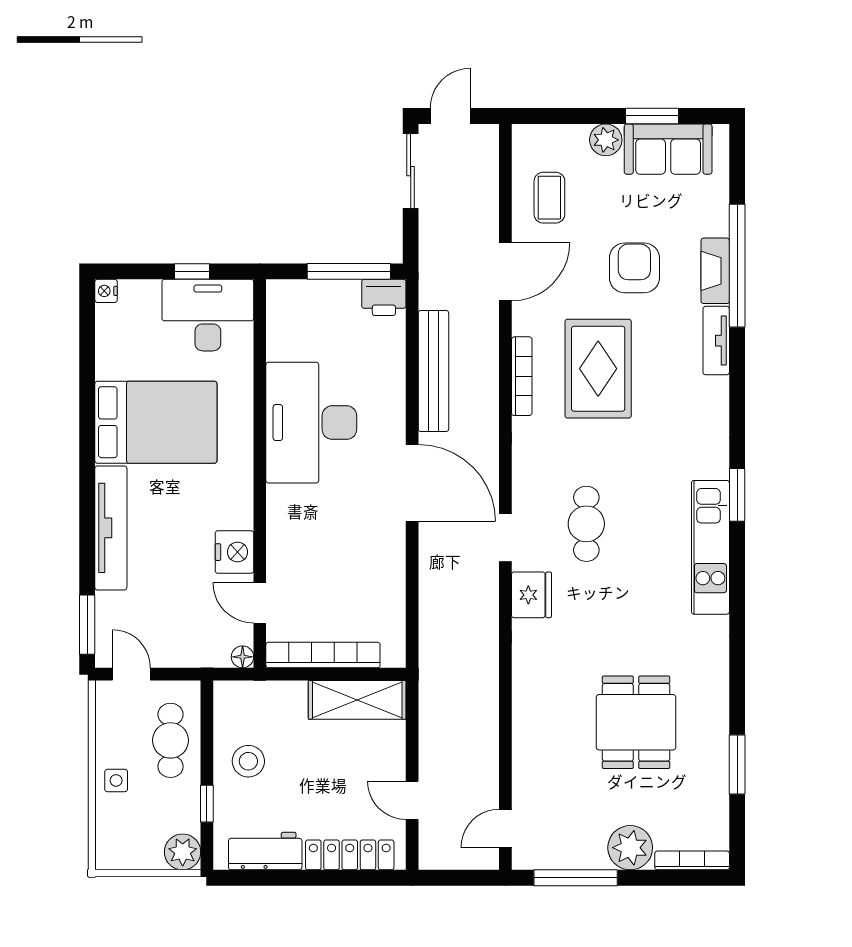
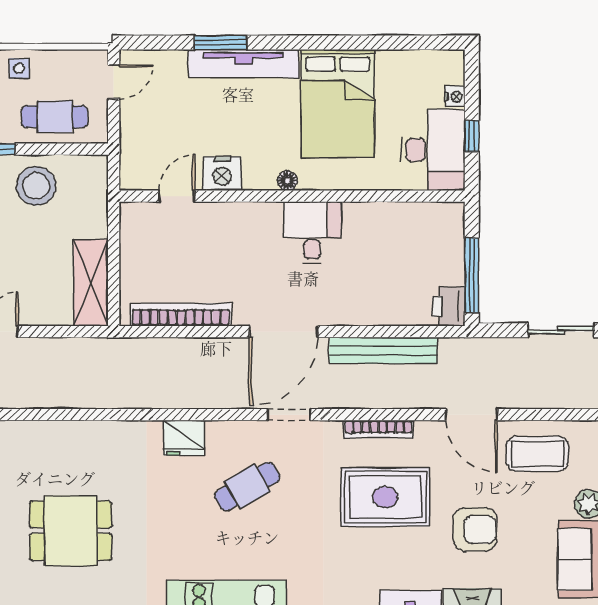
coffee table: (549, 198) -> (537, 454), width x1.36, depth x1.30
nightstand: (106, 291) -> (455, 97), moved, turned 90
desk: (311, 423) -> (312, 233), width x0.53, depth x0.77
cafe table: (586, 524) -> (247, 487), turned -30
doorway: (505, 538) -> (289, 415), moved
window: (87, 625) -> (221, 43), moved
bookcase: (323, 655) -> (181, 315), moved, turned -90
floor lamp: (243, 657) -> (287, 181), moved
stool: (248, 761) -> (36, 186), width x1.38, depth x1.38

